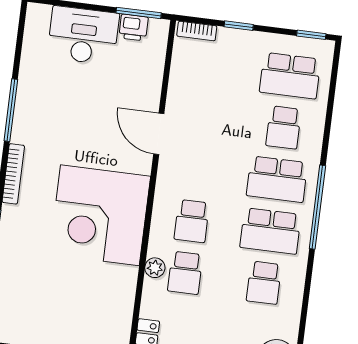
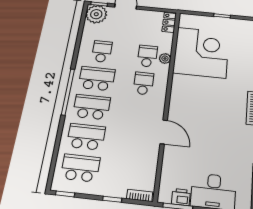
school desk: (284, 127) -> (86, 137), width x1.85
corner desk: (100, 215) -> (201, 52), moved

